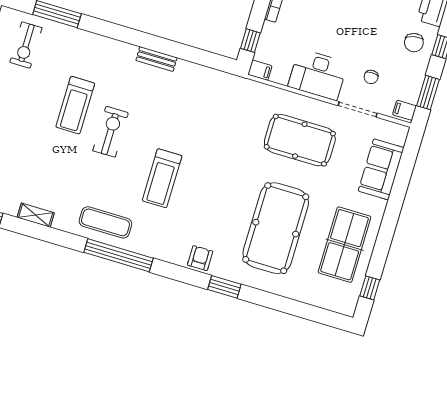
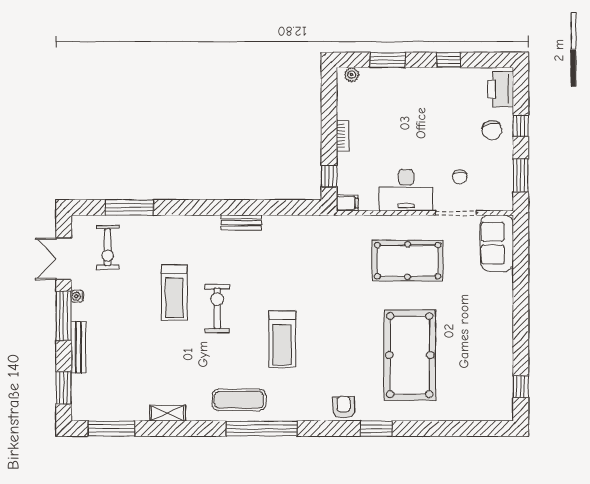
filing cabinet: (405, 110) -> (503, 200), removed
sofa: (381, 169) -> (497, 243), moved
table tennis table: (345, 245) -> (483, 351), removed

